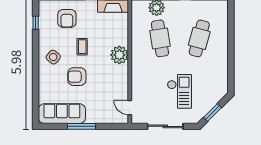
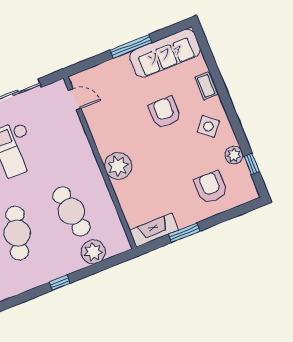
plant: (44, 33) -> (234, 155), added
coffee table: (82, 47) -> (206, 86), moved
armchair: (77, 77) -> (165, 113), turned -90

